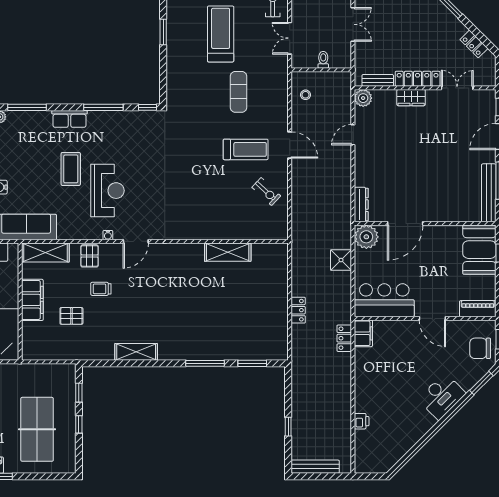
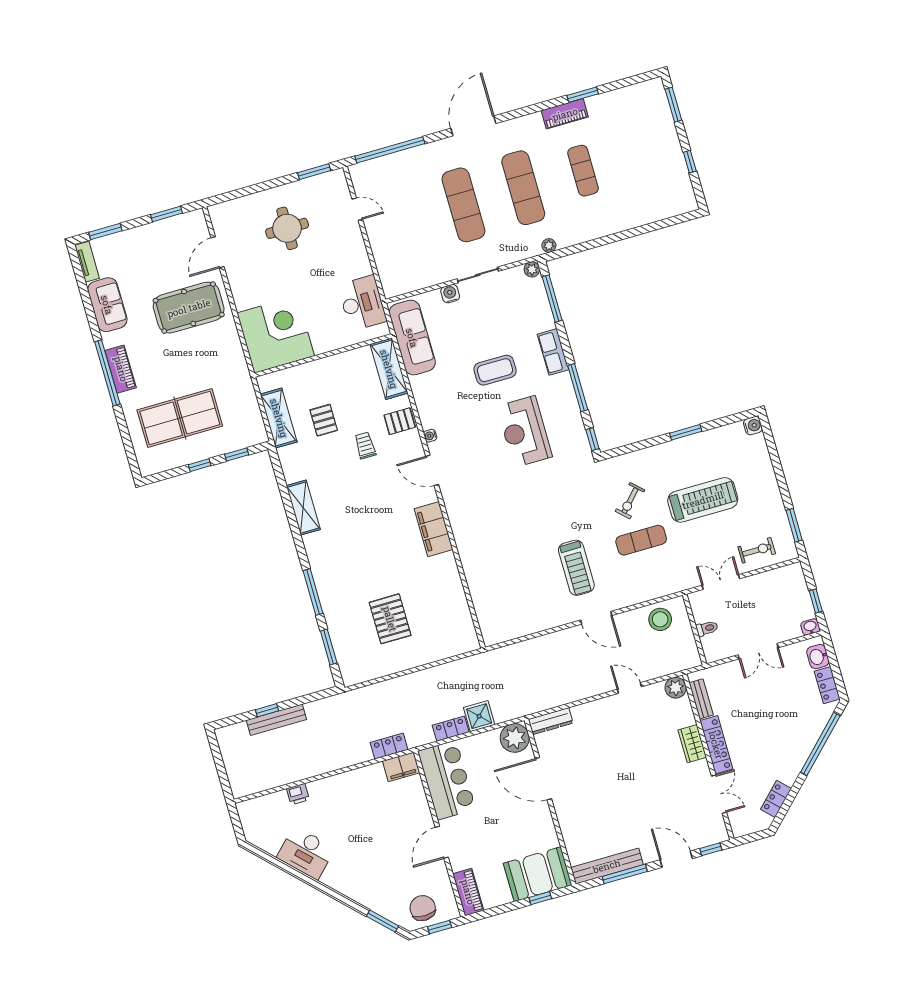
stool: (306, 95) -> (660, 619), width x1.89, depth x1.89
door: (290, 145) -> (596, 618), hinge flipped
reception desk: (107, 191) -> (524, 432), moved, turned 90
exercise bike: (266, 192) -> (630, 501), moved
shelving: (228, 252) -> (279, 418), moved
filing cabinet: (32, 300) -> (433, 529), moved, turned 90
pallet: (244, 308) -> (390, 619), added
locker: (298, 310) -> (451, 729), moved, turned 180
desk: (442, 396) -> (306, 853), moved
bench: (315, 467) -> (276, 720), moved, turned 90

